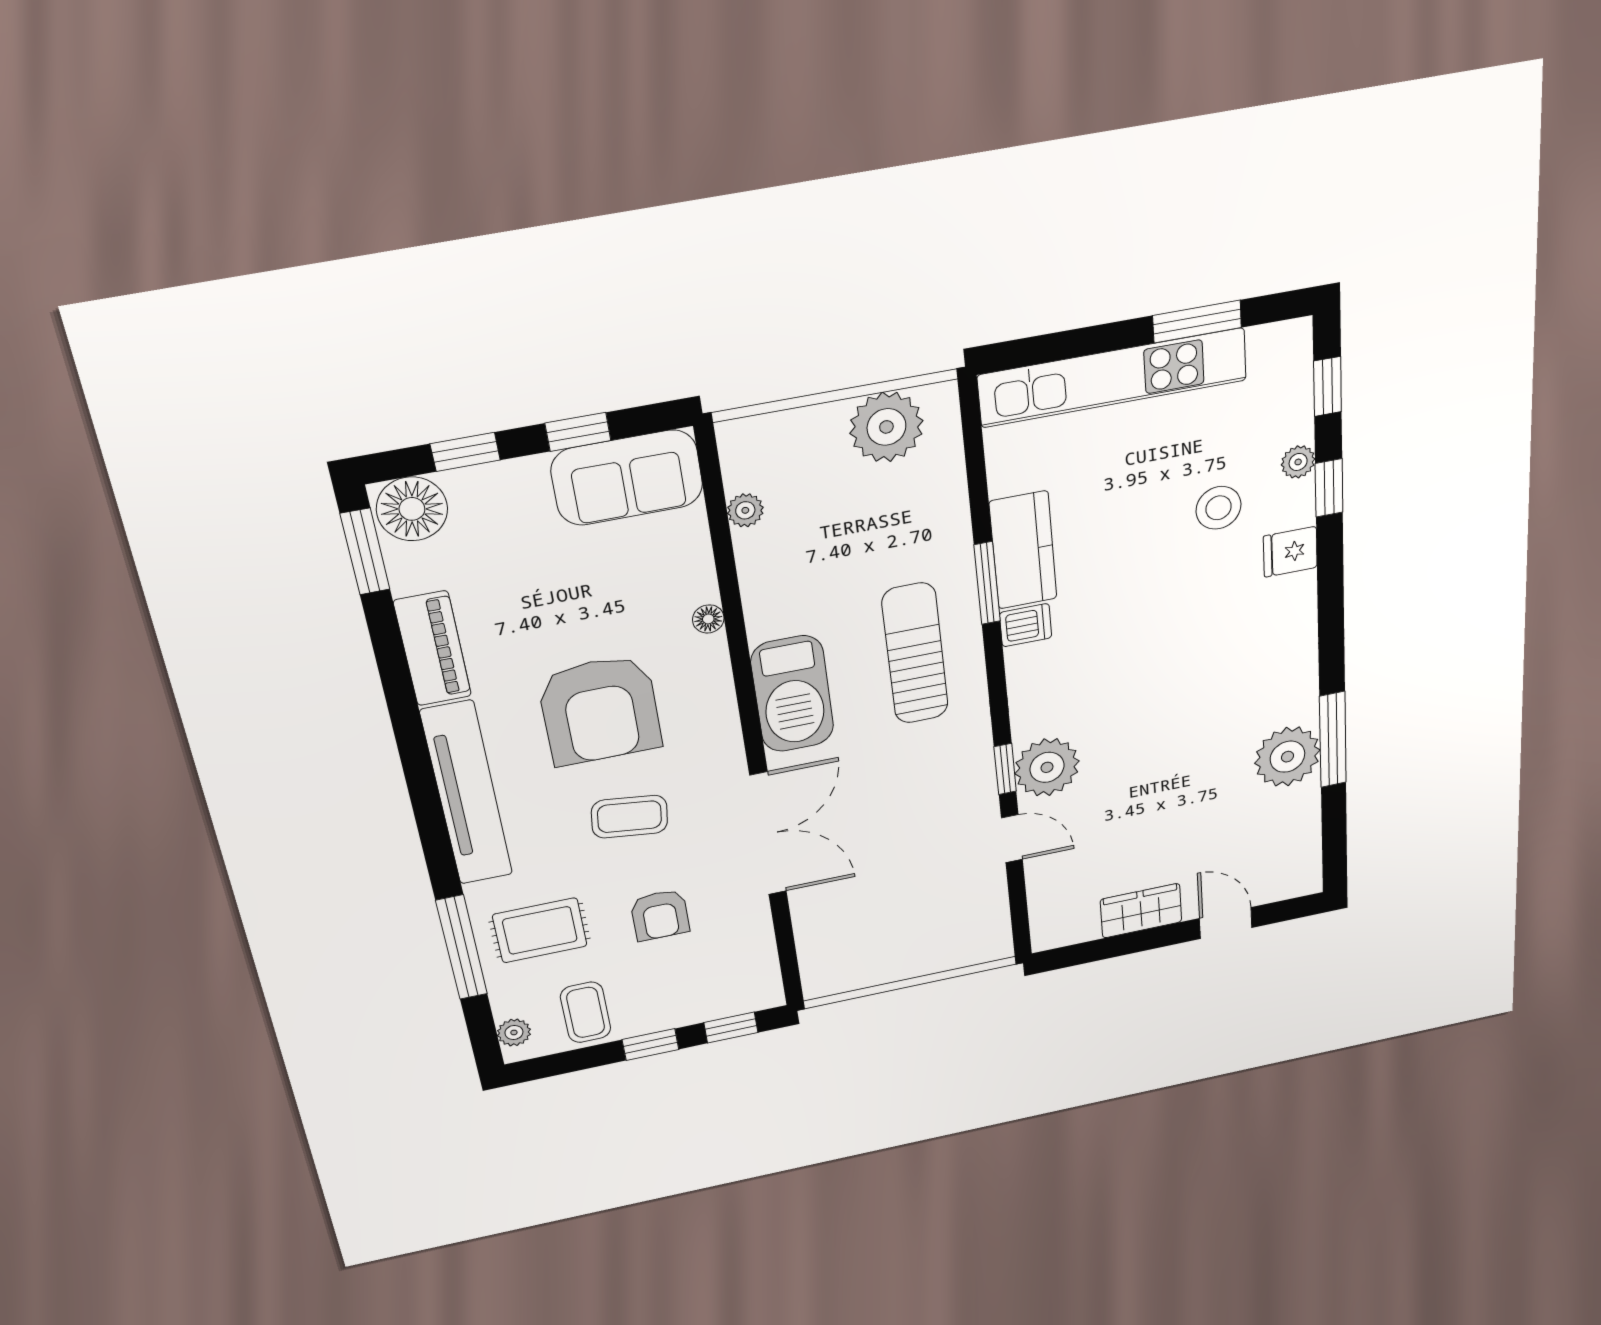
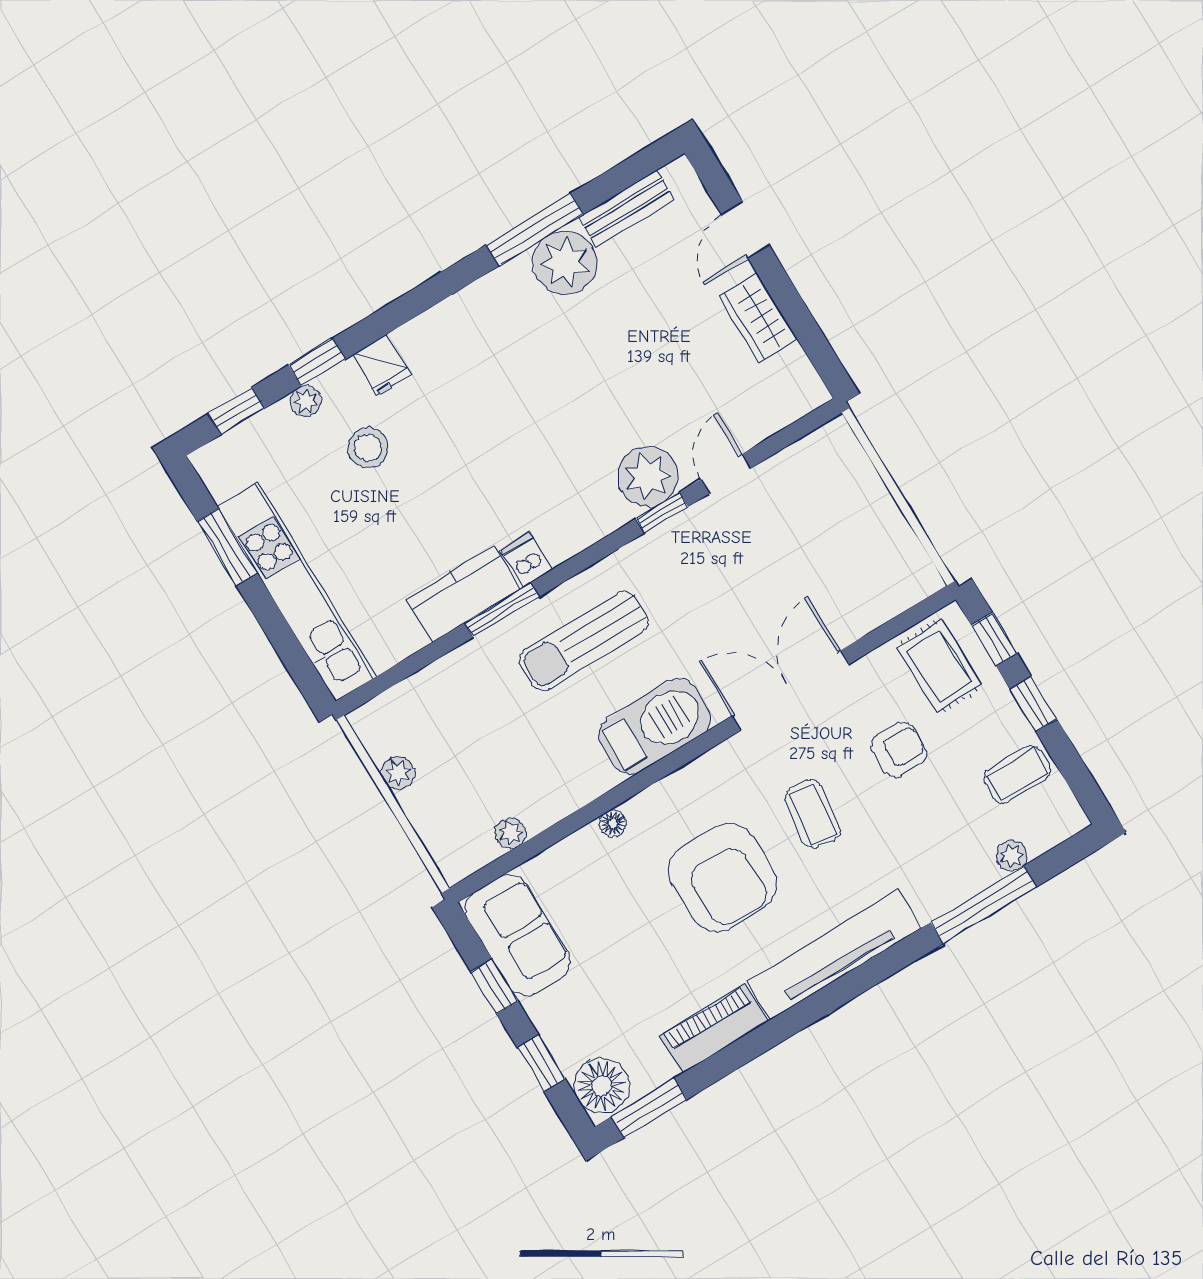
plant: (886, 427) -> (398, 773), width x0.53, depth x0.53
armchair: (600, 710) -> (723, 877), turned 90
bench: (1304, 827) -> (626, 209), added
rug: (540, 930) -> (939, 666), moved
plant: (514, 1032) -> (1011, 856), moved

